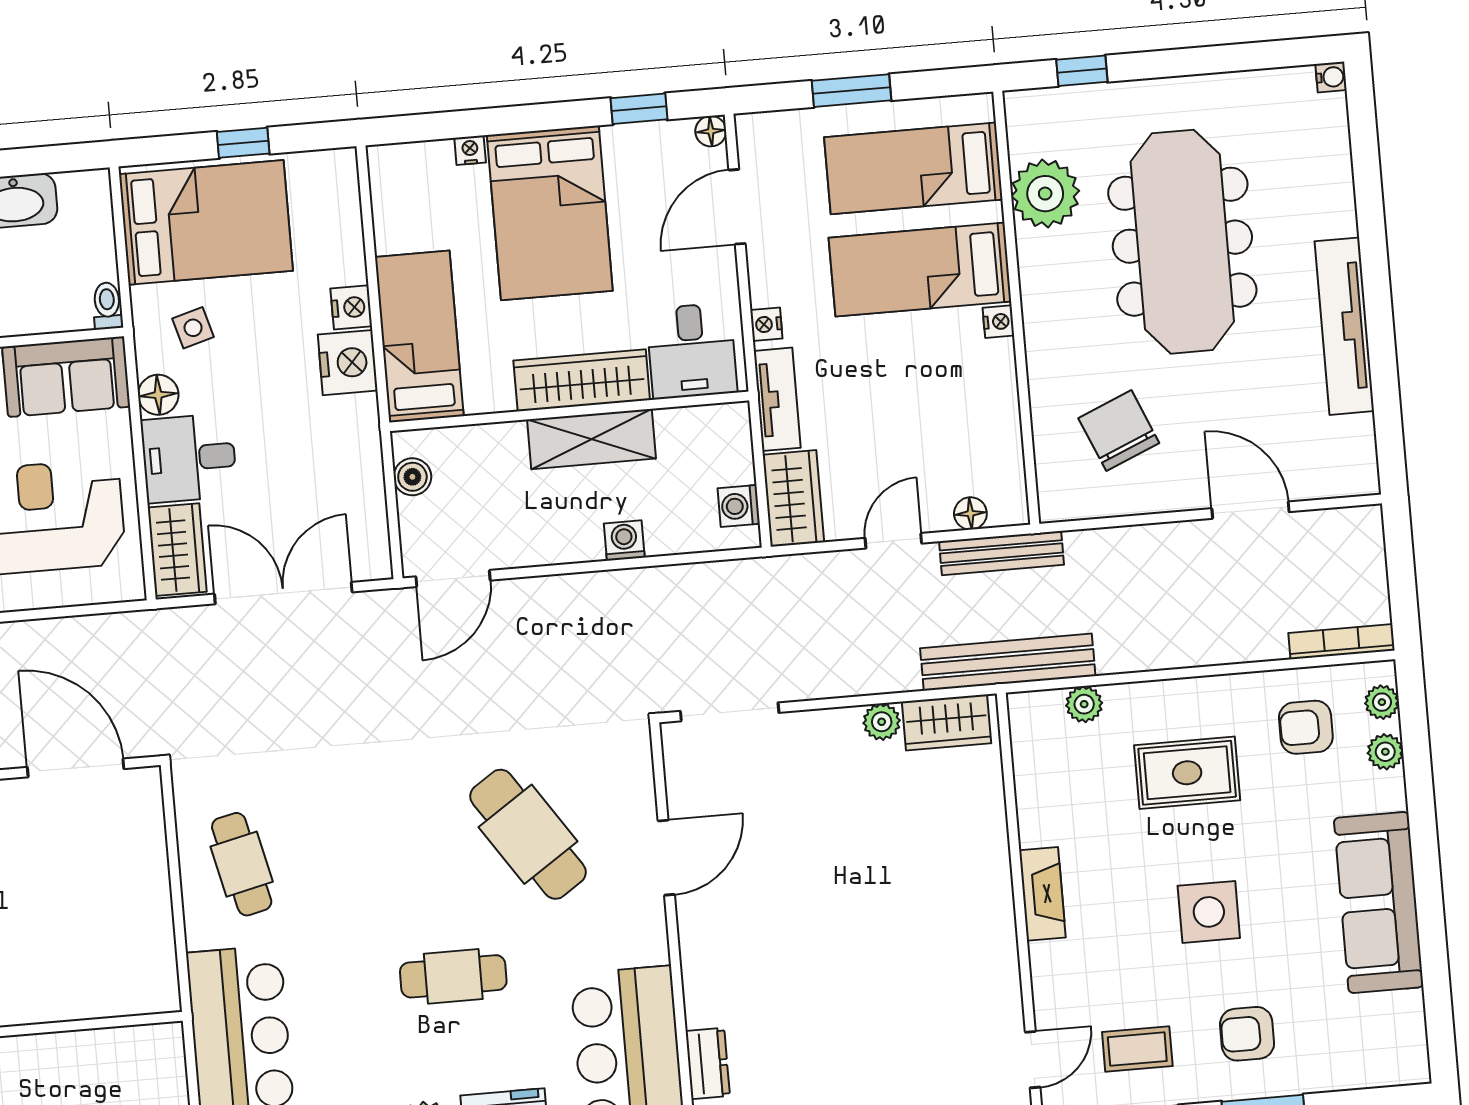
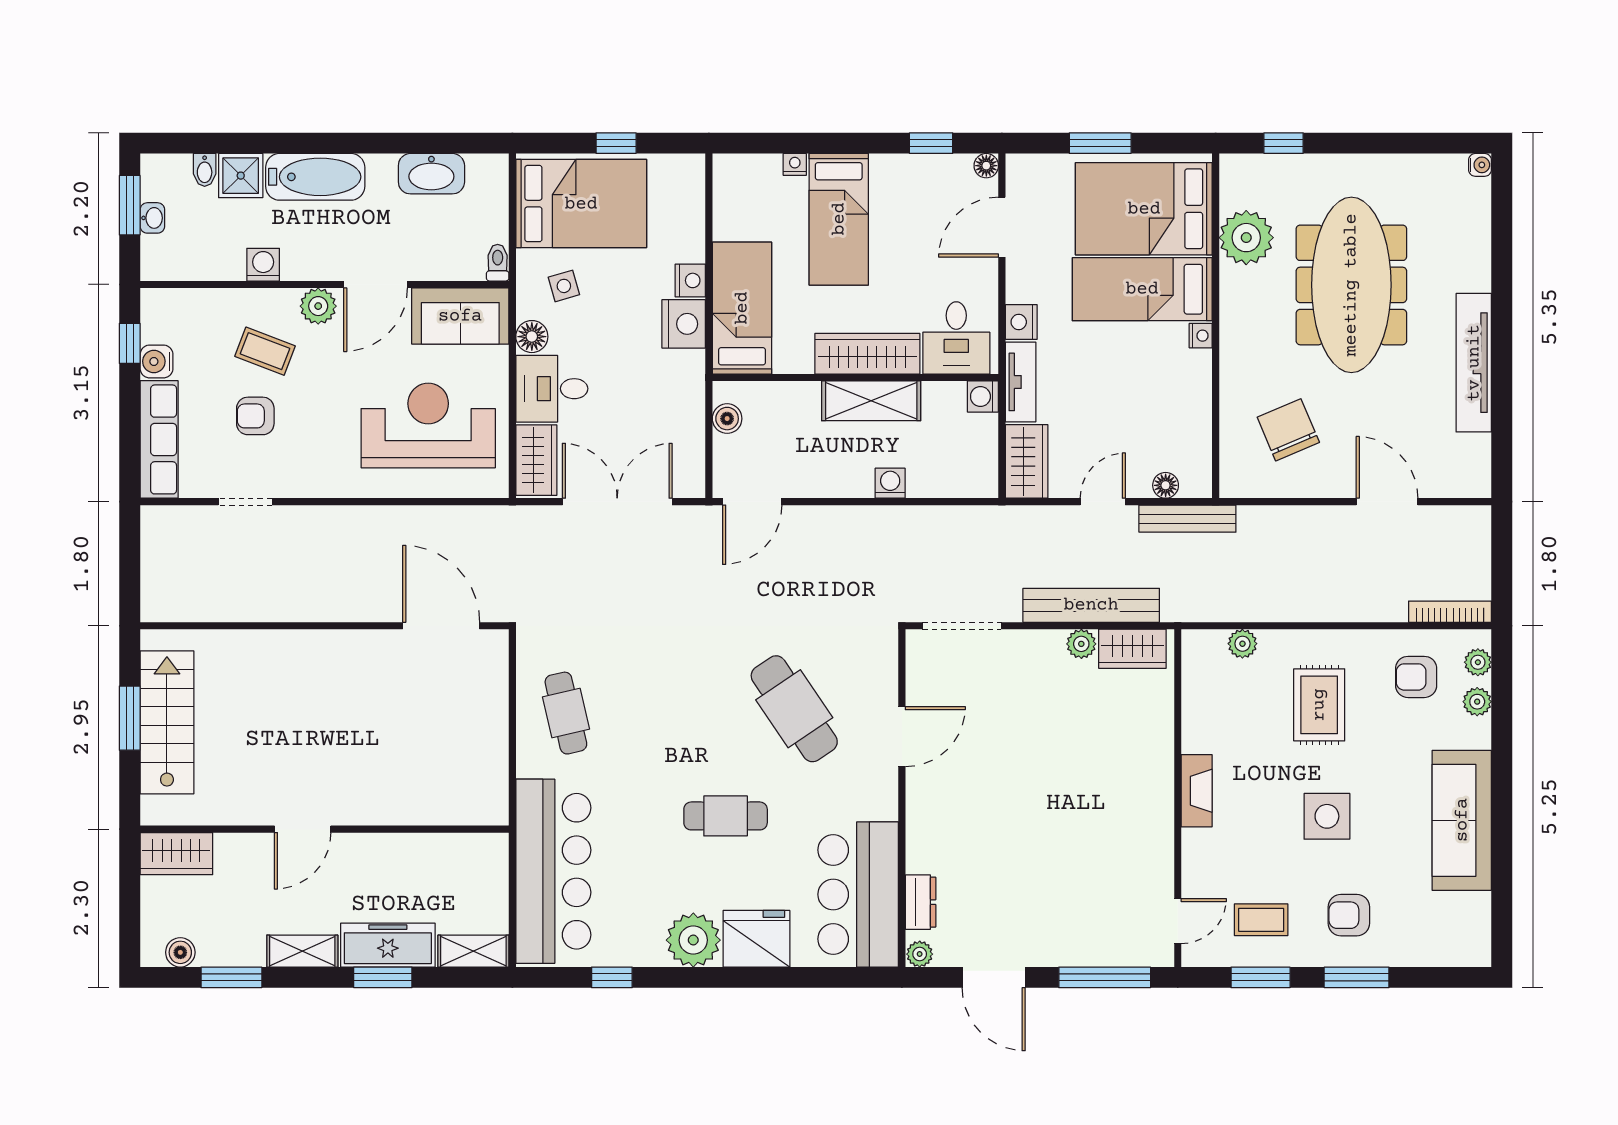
bed: (913, 168) -> (1144, 209), width x1.50
bed: (550, 213) -> (839, 219), width x0.67
nightstand: (766, 324) -> (1021, 322), width x1.39, depth x1.35
washing machine: (739, 506) -> (983, 397), moved
bench: (1008, 662) -> (1091, 605), moved
rug: (1187, 773) -> (1319, 705), turned 90

